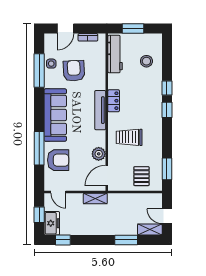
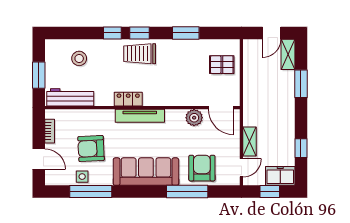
trolley: (129, 137) -> (140, 54), moved, turned 90
window: (167, 169) -> (186, 33), moved
shelving: (95, 199) -> (250, 142), moved
window: (63, 240) -> (301, 148), moved

